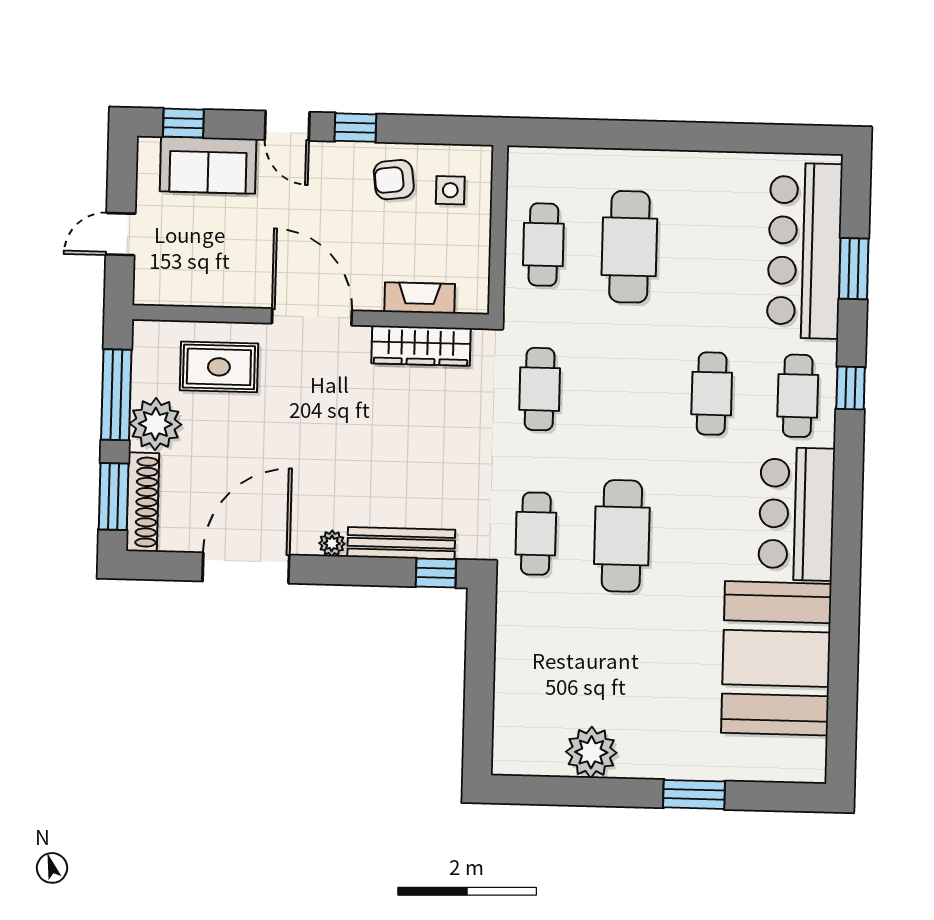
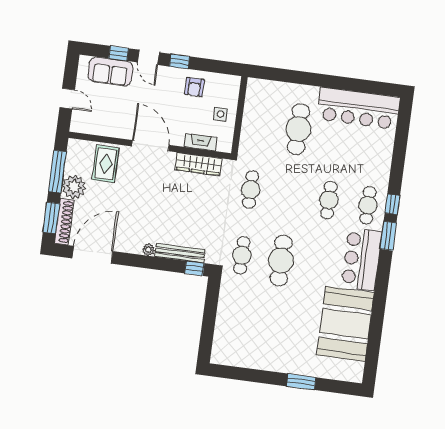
window: (183, 123) -> (119, 53), moved
armchair: (394, 180) -> (194, 87), turned -83
side table: (450, 190) -> (220, 114), moved
door: (120, 234) -> (67, 99), swing flipped
cafe table: (543, 245) -> (259, 124), removed
bar counter: (805, 251) -> (358, 108), moved, turned -90
window: (854, 269) -> (388, 236), moved
rug: (219, 367) -> (106, 164), turned 90
door: (246, 568) -> (92, 255), moved
plant: (591, 752) -> (256, 358), removed

